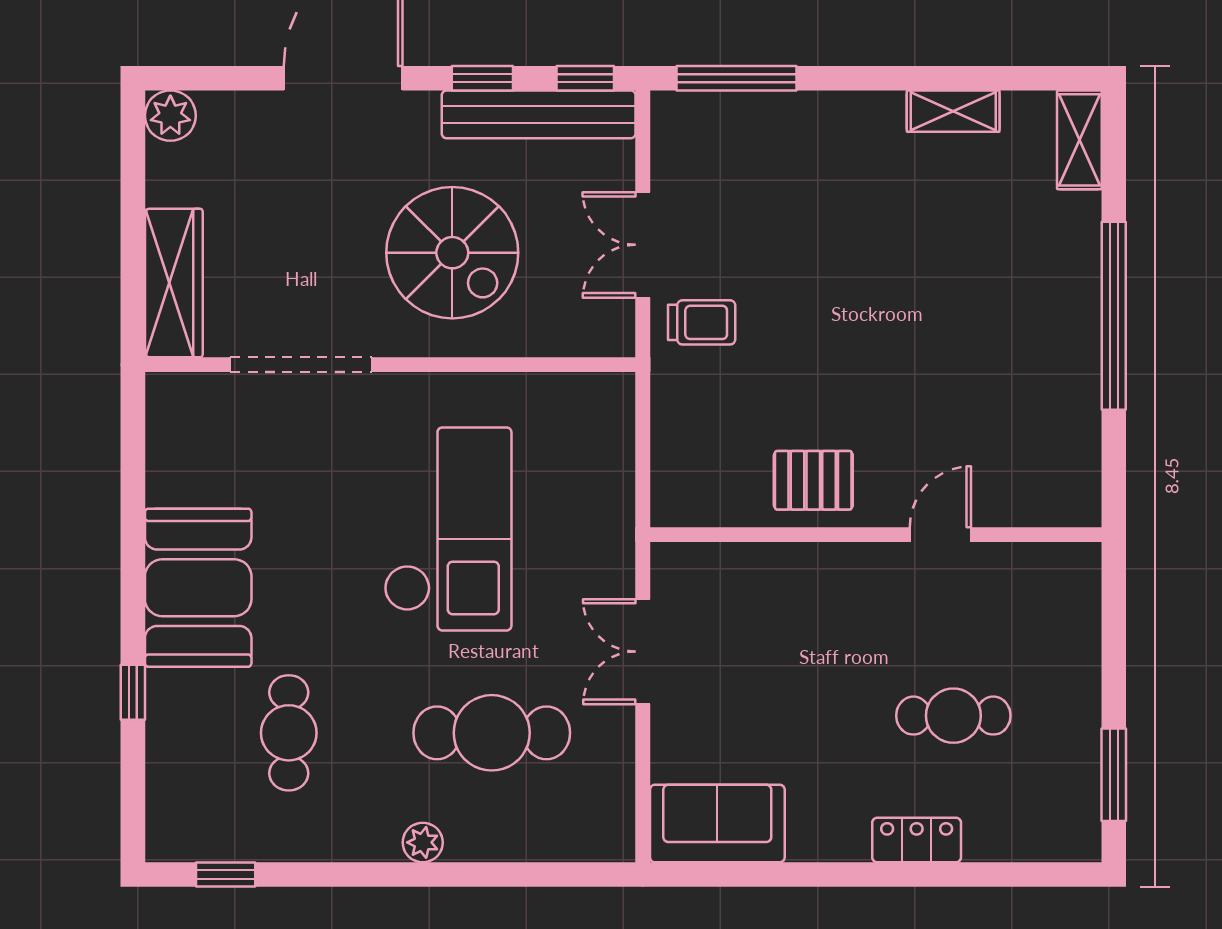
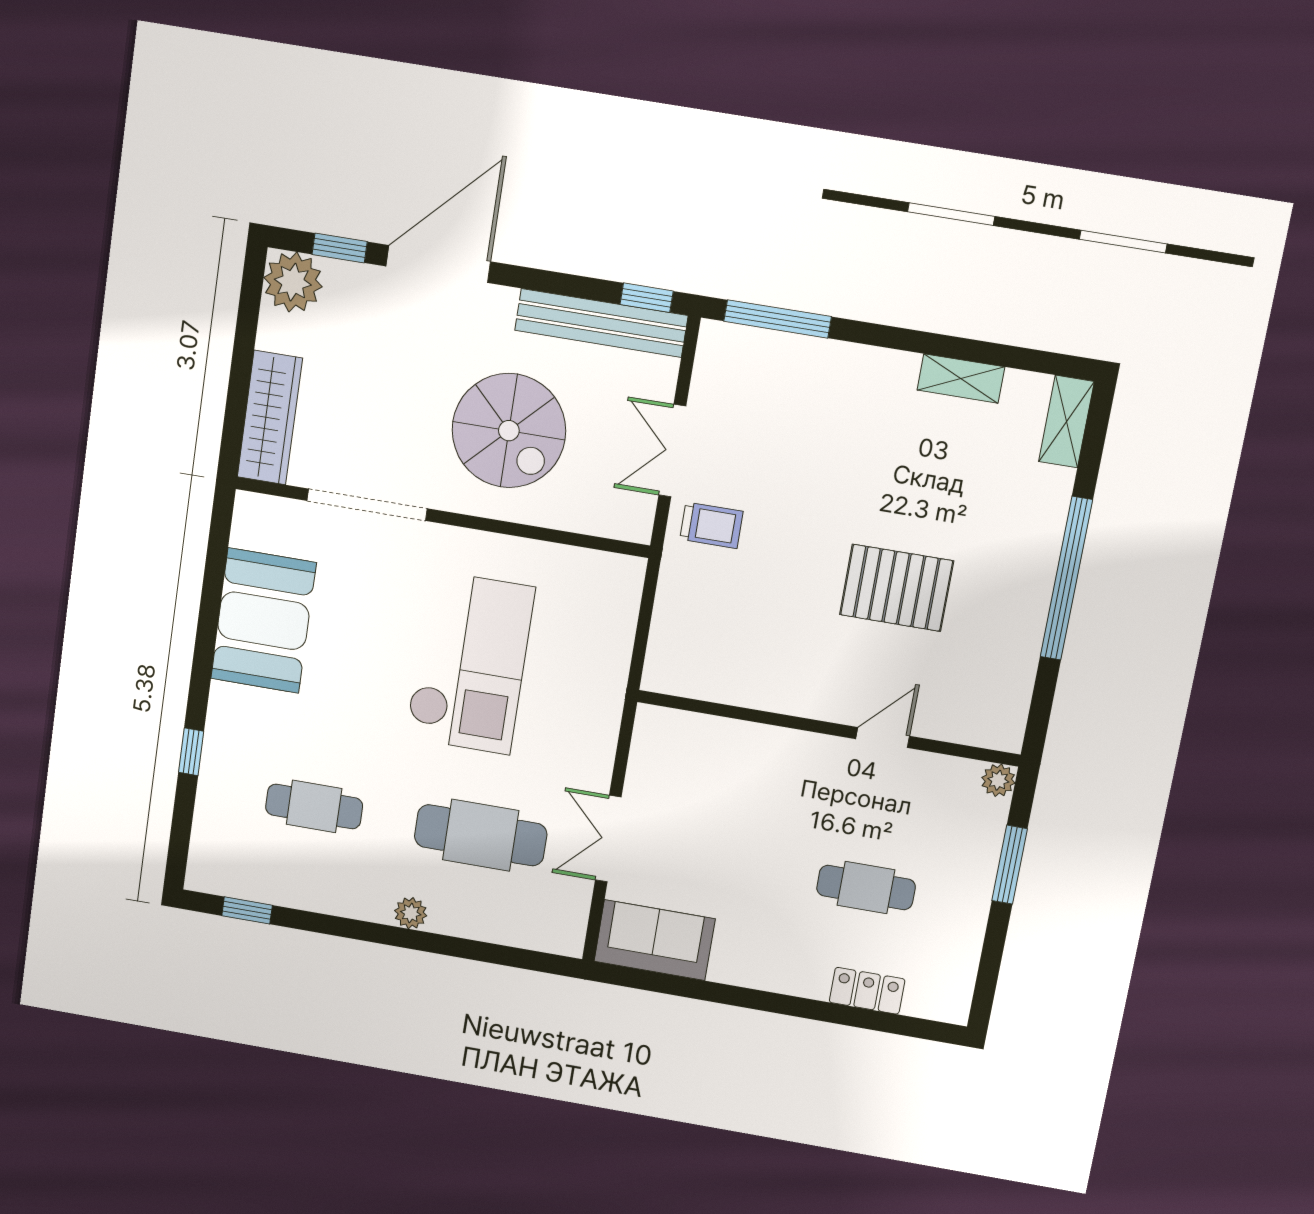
window: (482, 78) -> (340, 248), moved
plant: (170, 116) -> (293, 282), width x1.36, depth x1.36
pallet: (813, 480) -> (897, 588), moved, width x1.50, depth x1.42
plant: (1082, 562) -> (998, 780), added
booth: (198, 588) -> (263, 621), moved
double door: (643, 652) -> (608, 839), moved
cafe table: (289, 733) -> (314, 806), turned 90
window: (1114, 775) -> (1010, 865), moved
locker: (917, 840) -> (867, 991), moved

